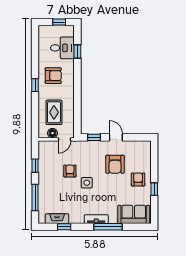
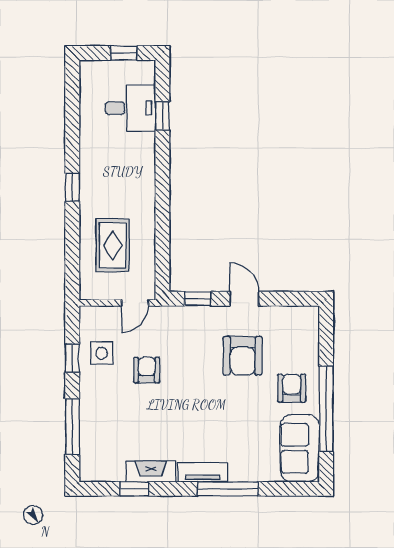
armchair: (53, 76) -> (111, 167), removed
floor lamp: (52, 133) -> (110, 290), removed
side table: (87, 183) -> (102, 353), moved
window: (154, 189) -> (326, 409), width x3.17
sofa: (134, 214) -> (300, 448), moved, turned -90
fireplace: (57, 219) -> (151, 471), moved

